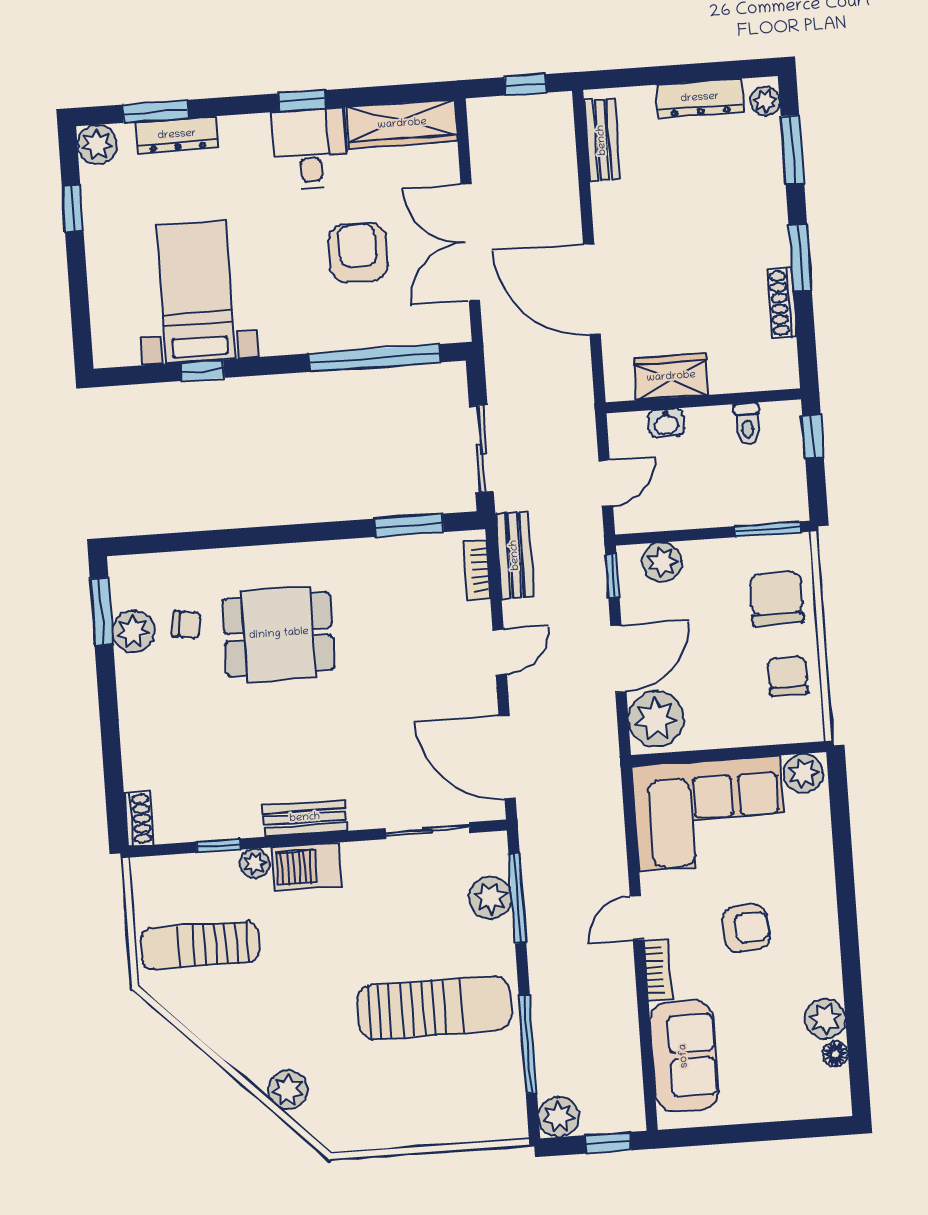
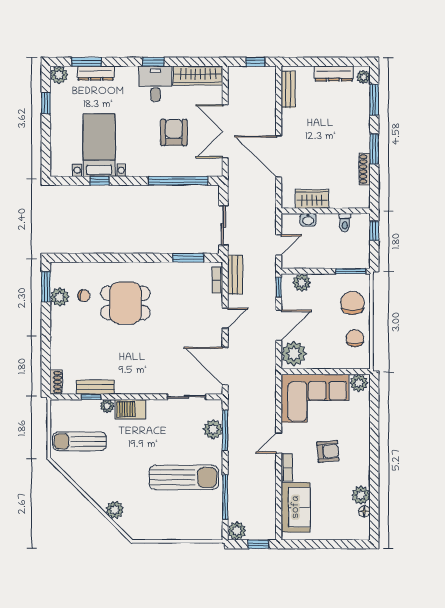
bench: (305, 818) -> (95, 387), moved

